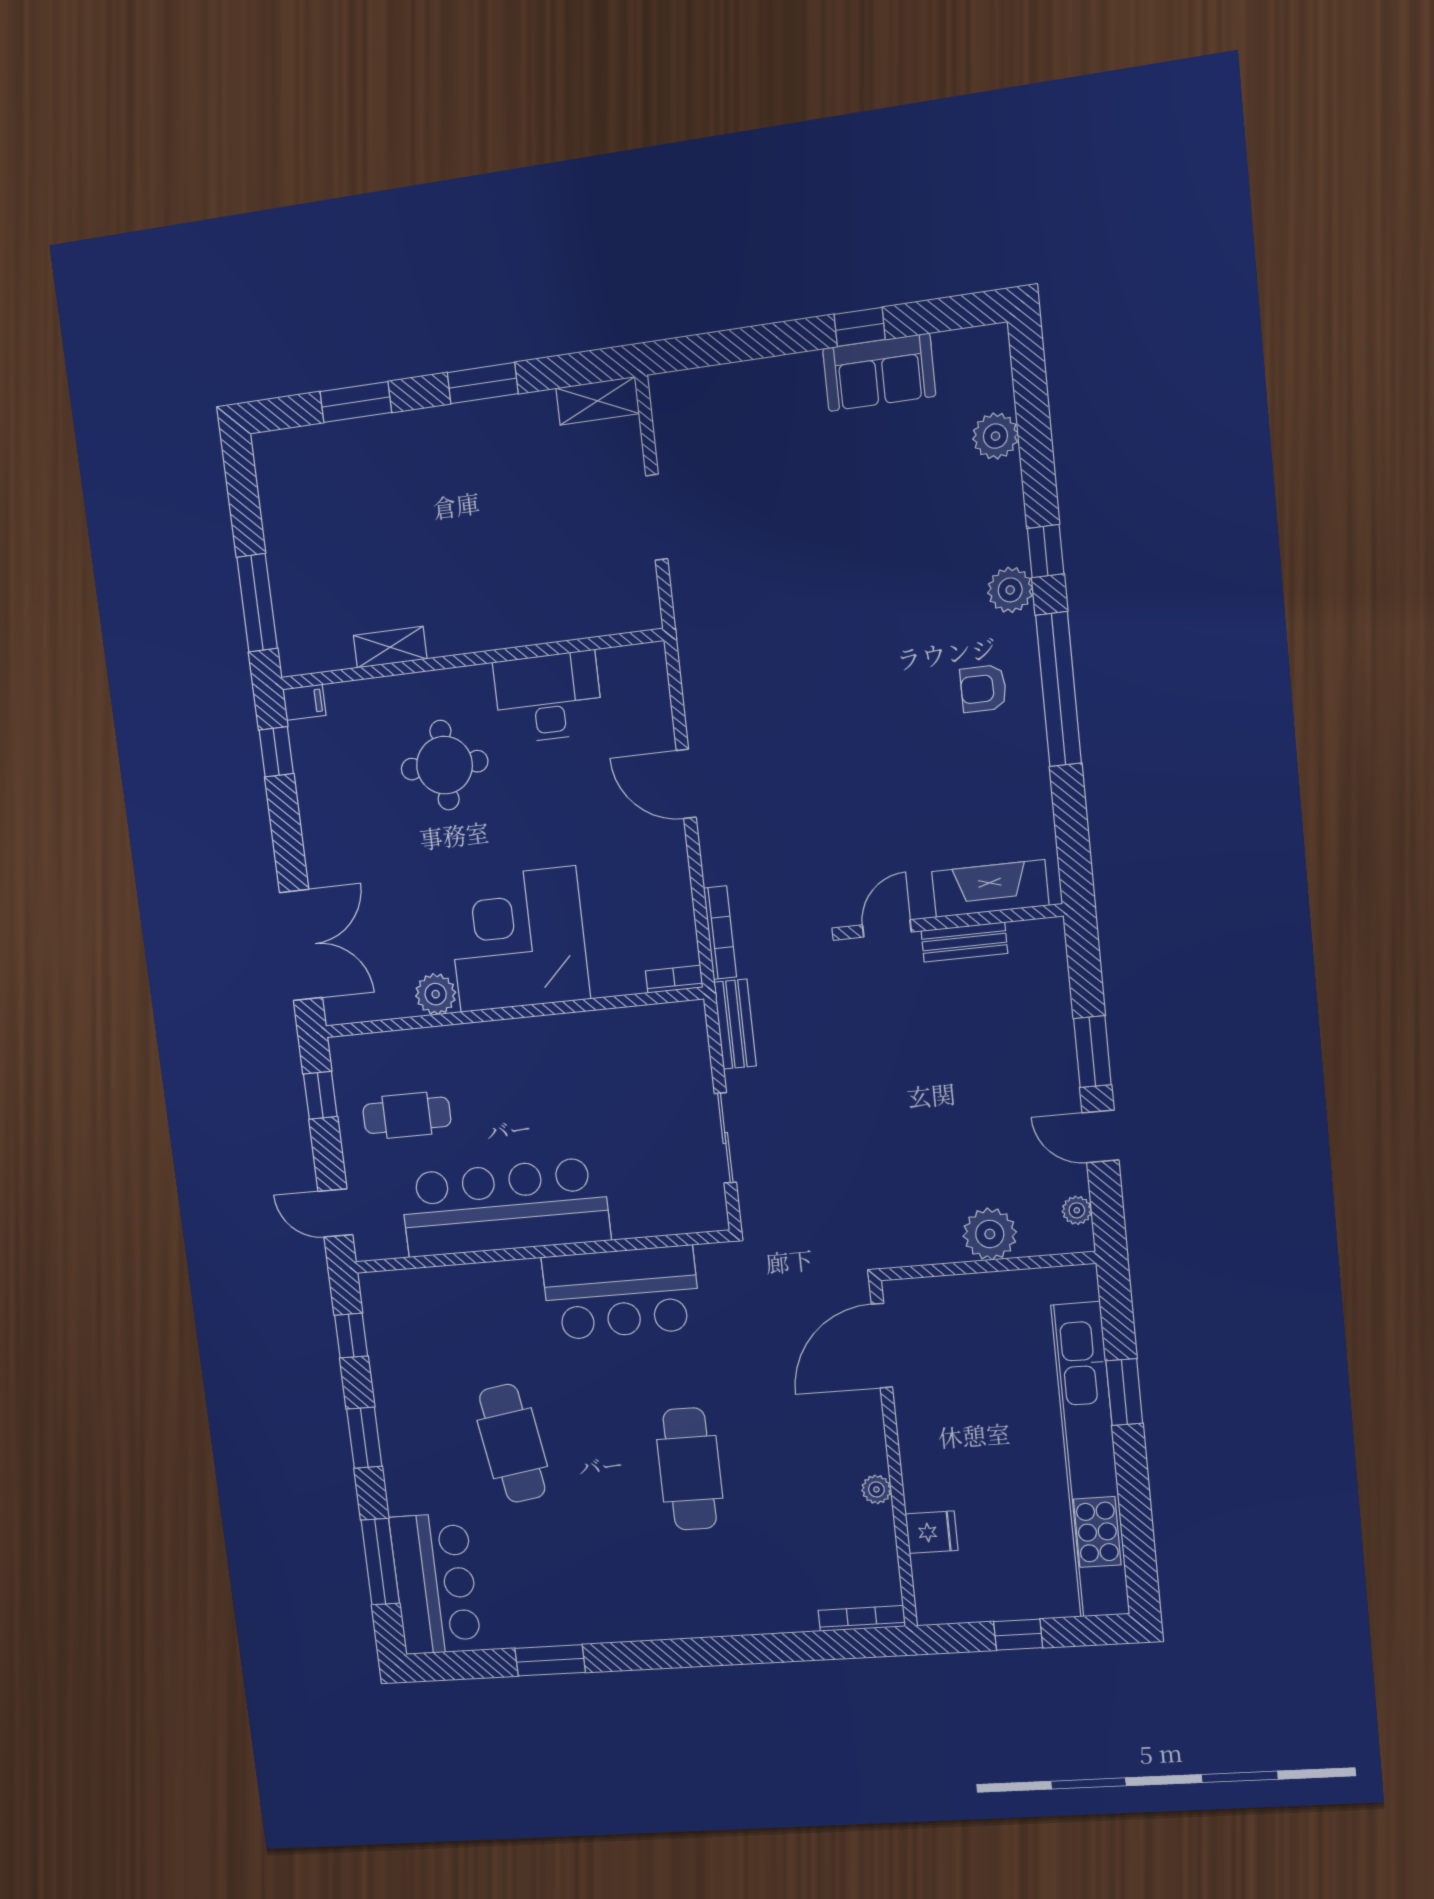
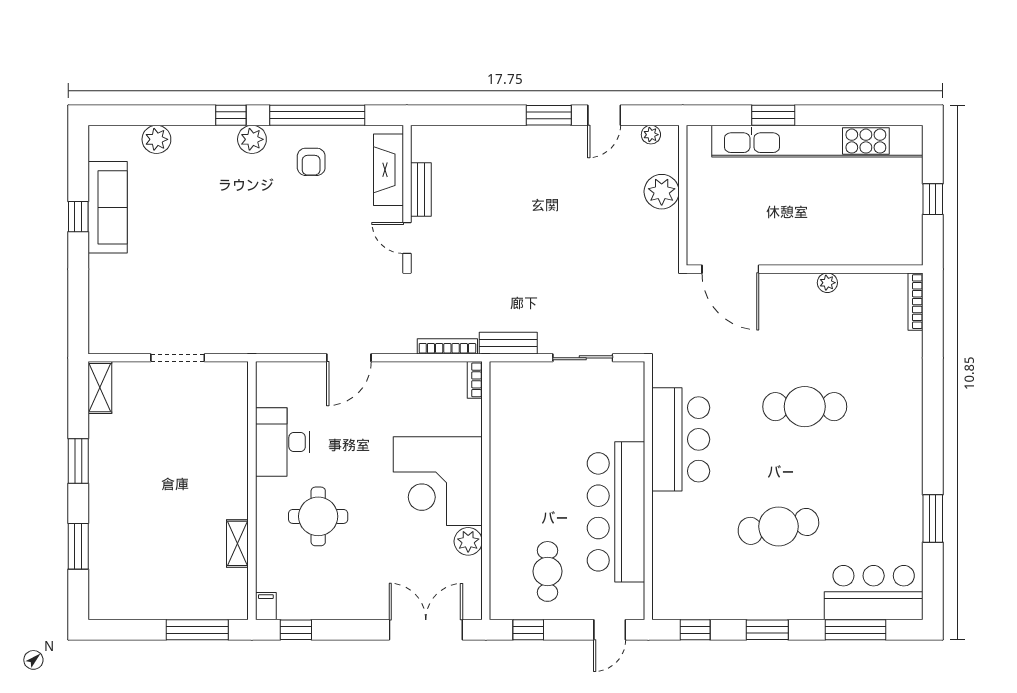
sofa: (879, 372) -> (108, 207), width x1.36
fireplace: (990, 889) -> (388, 170), moved
wall: (953, 921) -> (407, 195), moved
door: (887, 928) -> (407, 238), moved
bench: (964, 942) -> (421, 189), moved
fridge: (932, 1532) -> (859, 249), removed

